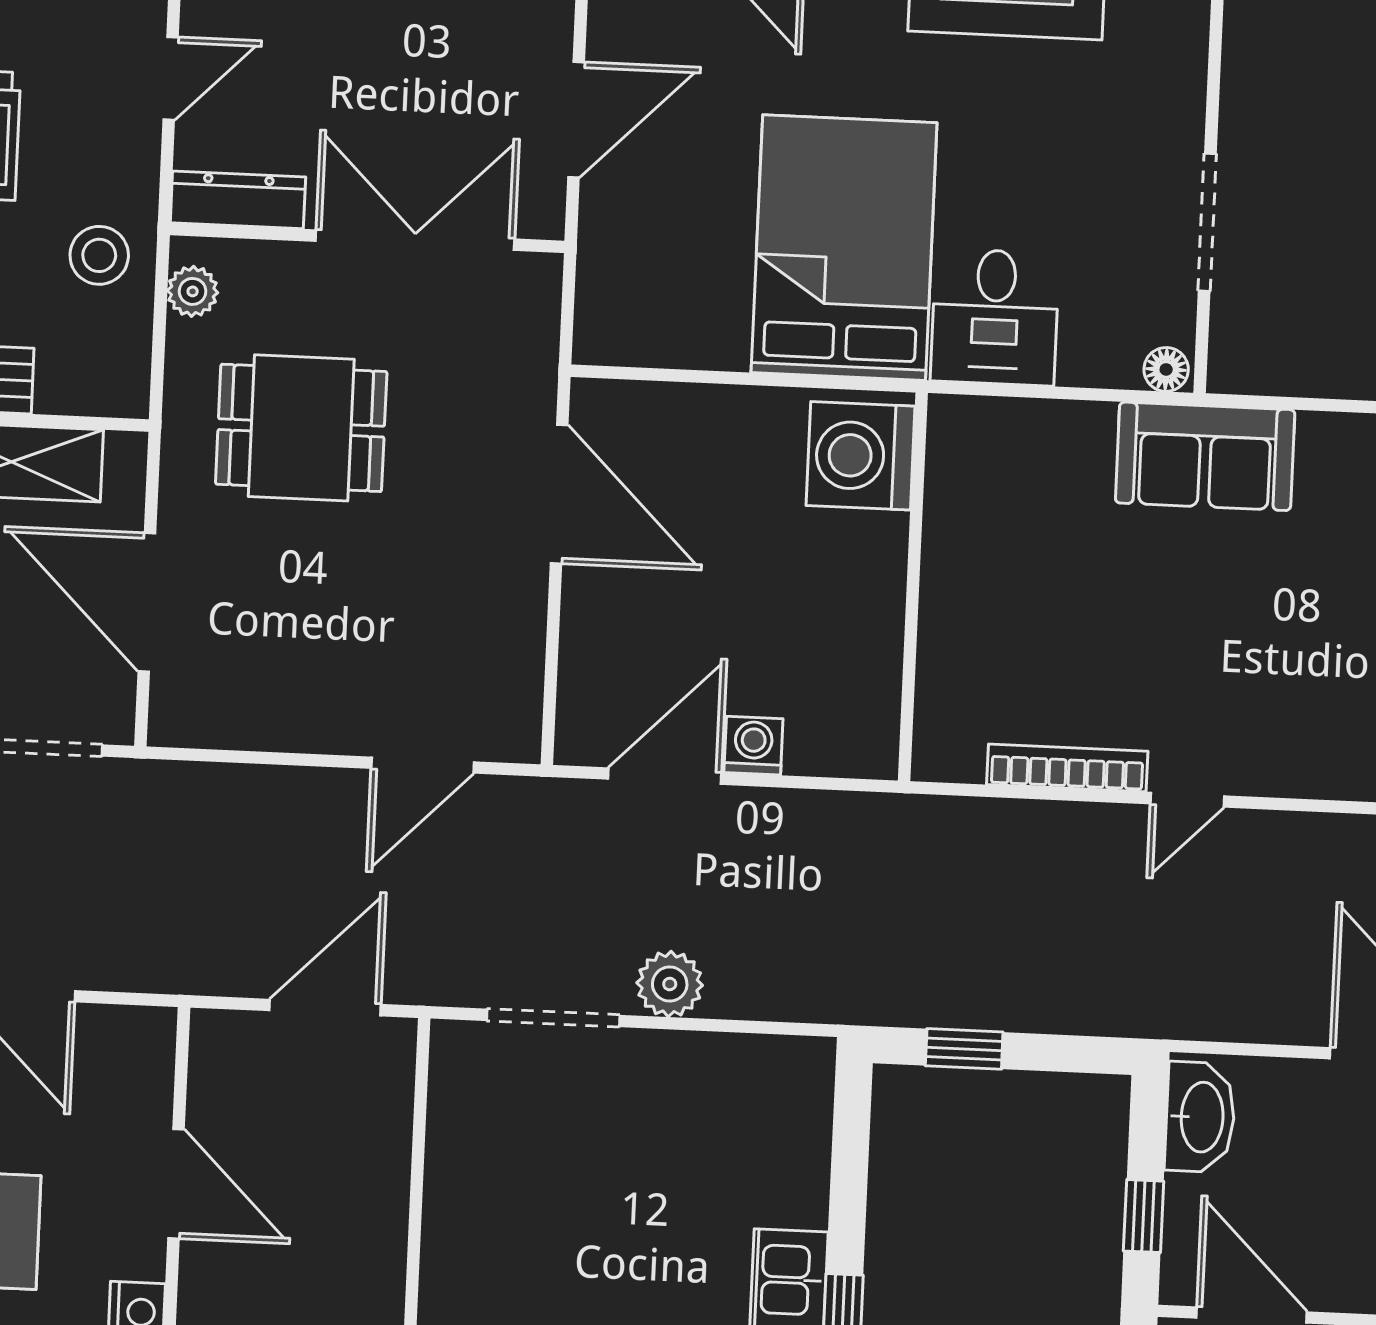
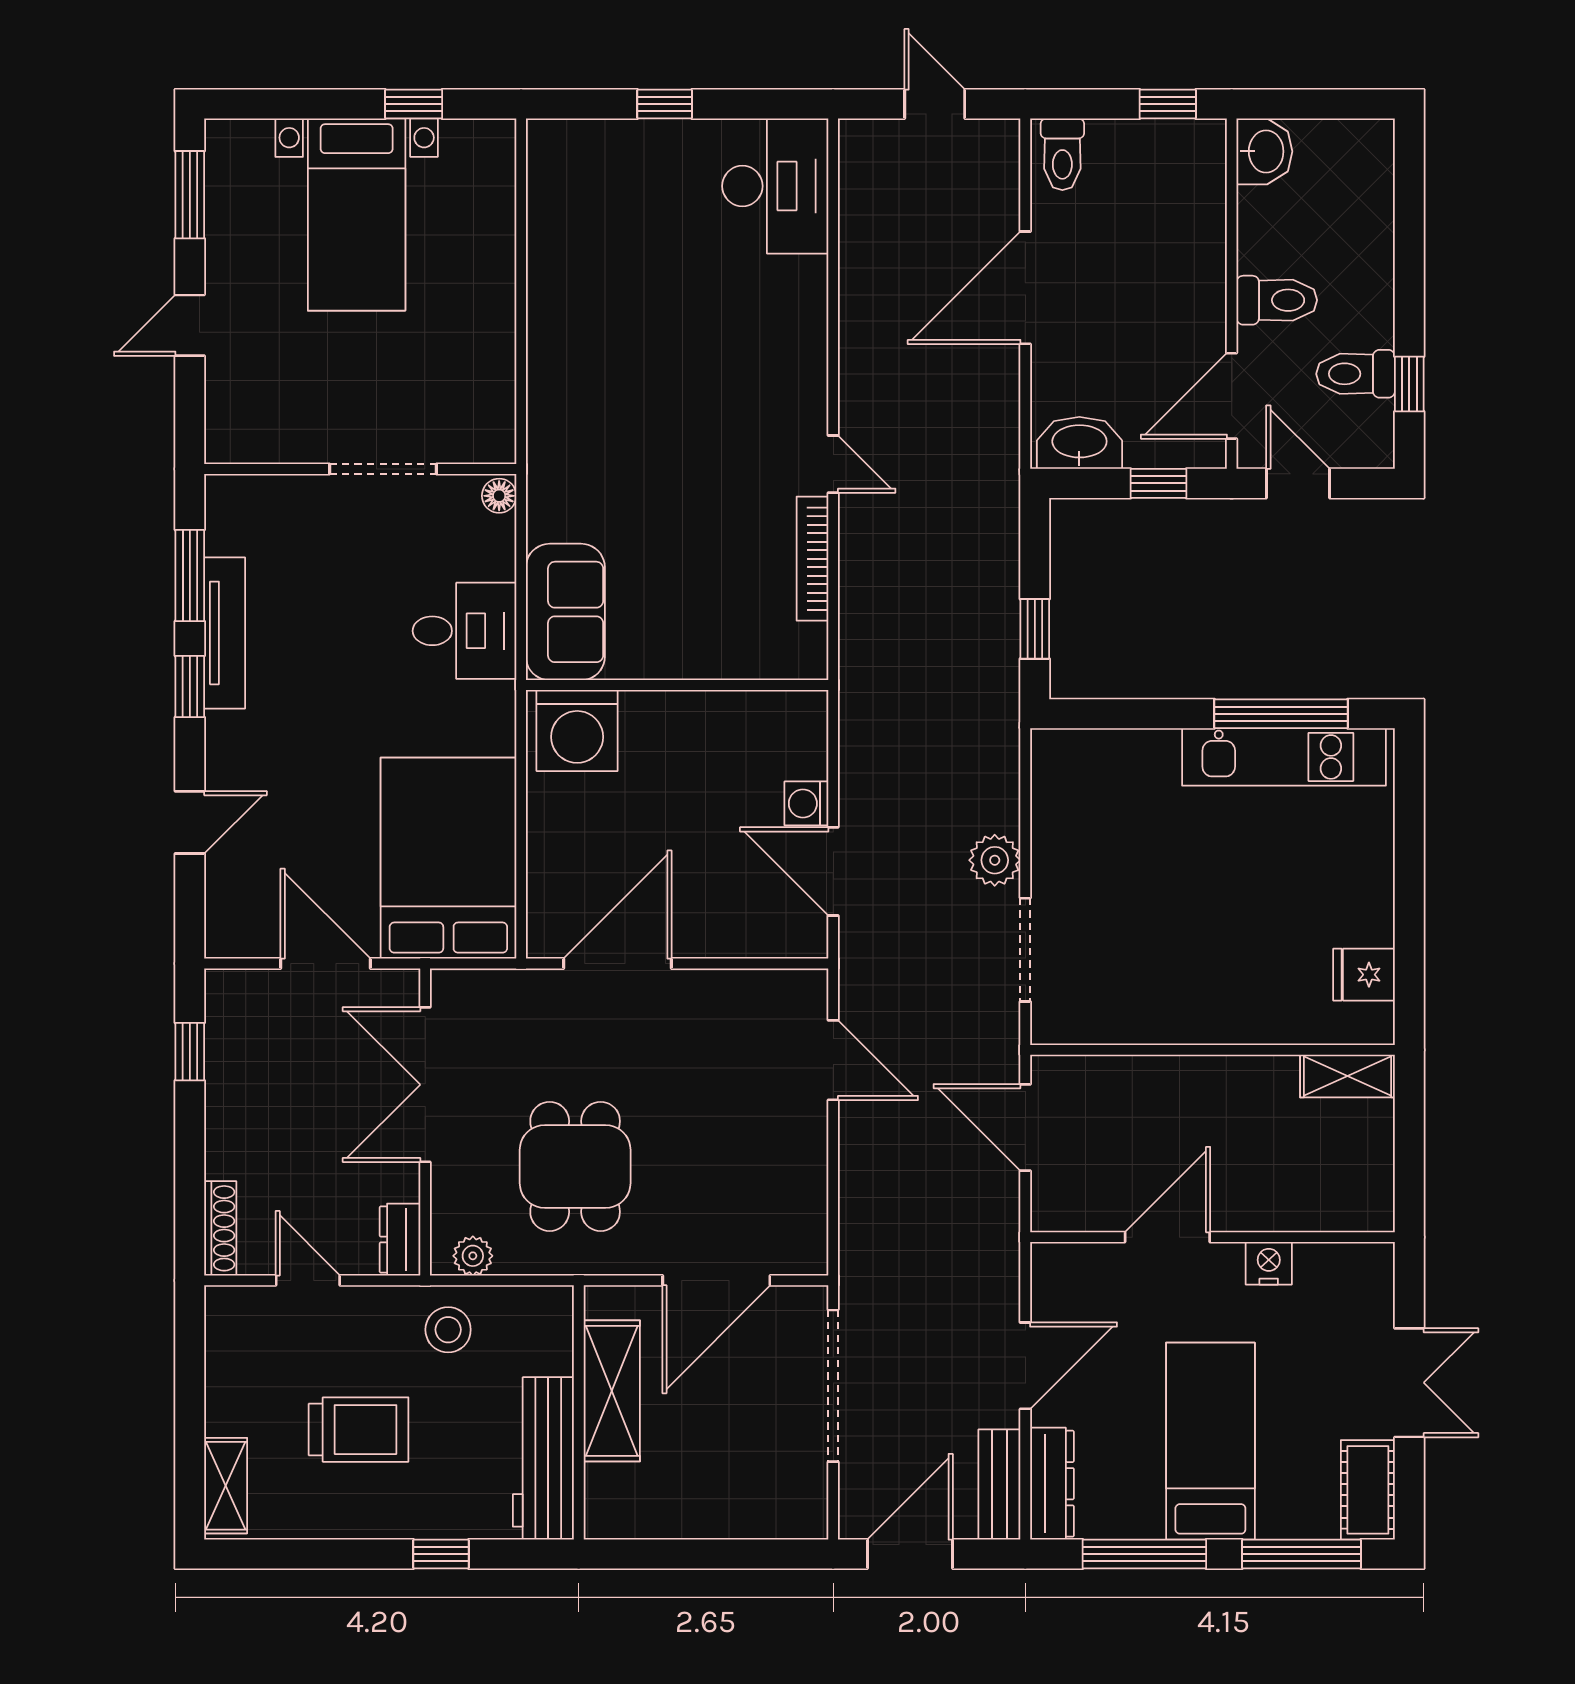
dresser: (238, 200) -> (400, 1240), width x0.70
bed: (844, 248) -> (448, 858), moved, turned 90
sofa: (1205, 456) -> (565, 612), moved

